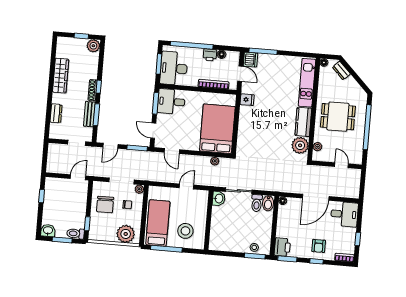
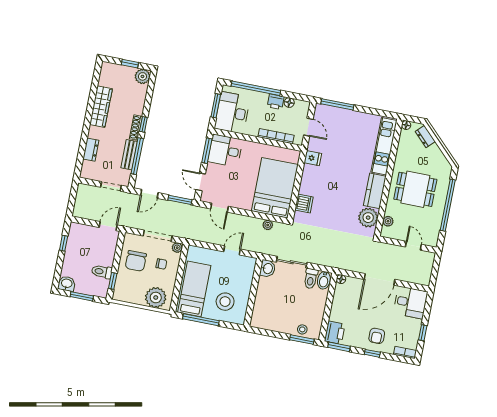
dishwasher: (250, 60) -> (304, 204), moved
window: (96, 115) -> (137, 156), width x1.44
toilet: (76, 234) -> (102, 272), moved

